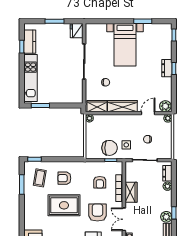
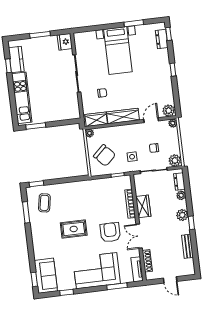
dresser: (167, 68) -> (162, 39), moved
chair: (110, 148) -> (105, 155), moved, turned 47
plant: (165, 153) -> (175, 160), added
armchair: (64, 178) -> (71, 200), removed
armchair: (100, 182) -> (109, 200), removed
rug: (64, 205) -> (74, 229), width x0.73, depth x0.70
plant: (166, 217) -> (182, 215), moved

